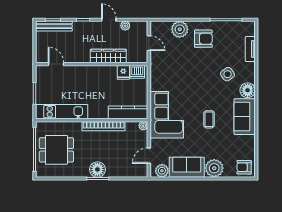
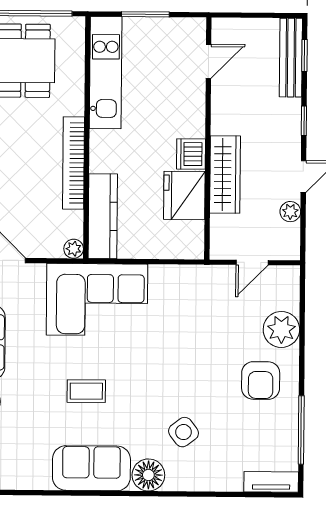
tv unit: (250, 49) -> (271, 482), moved
fridge: (123, 72) -> (184, 195), width x1.88, depth x1.34
dishwasher: (137, 72) -> (191, 154), moved

